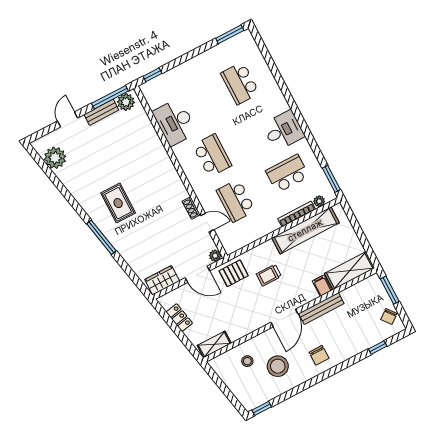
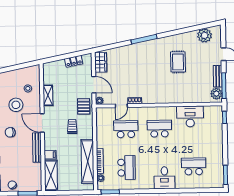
desk: (283, 130) -> (164, 178), moved
school desk: (212, 155) -> (159, 129), turned 180
rug: (118, 203) -> (178, 62), moved, turned 90
door: (197, 274) -> (94, 85), swing flipped
shelving: (214, 344) -> (48, 95), moved

